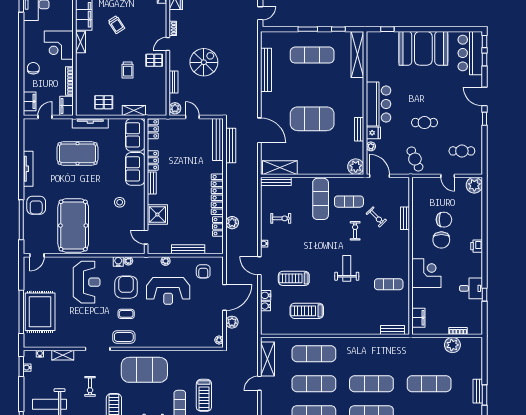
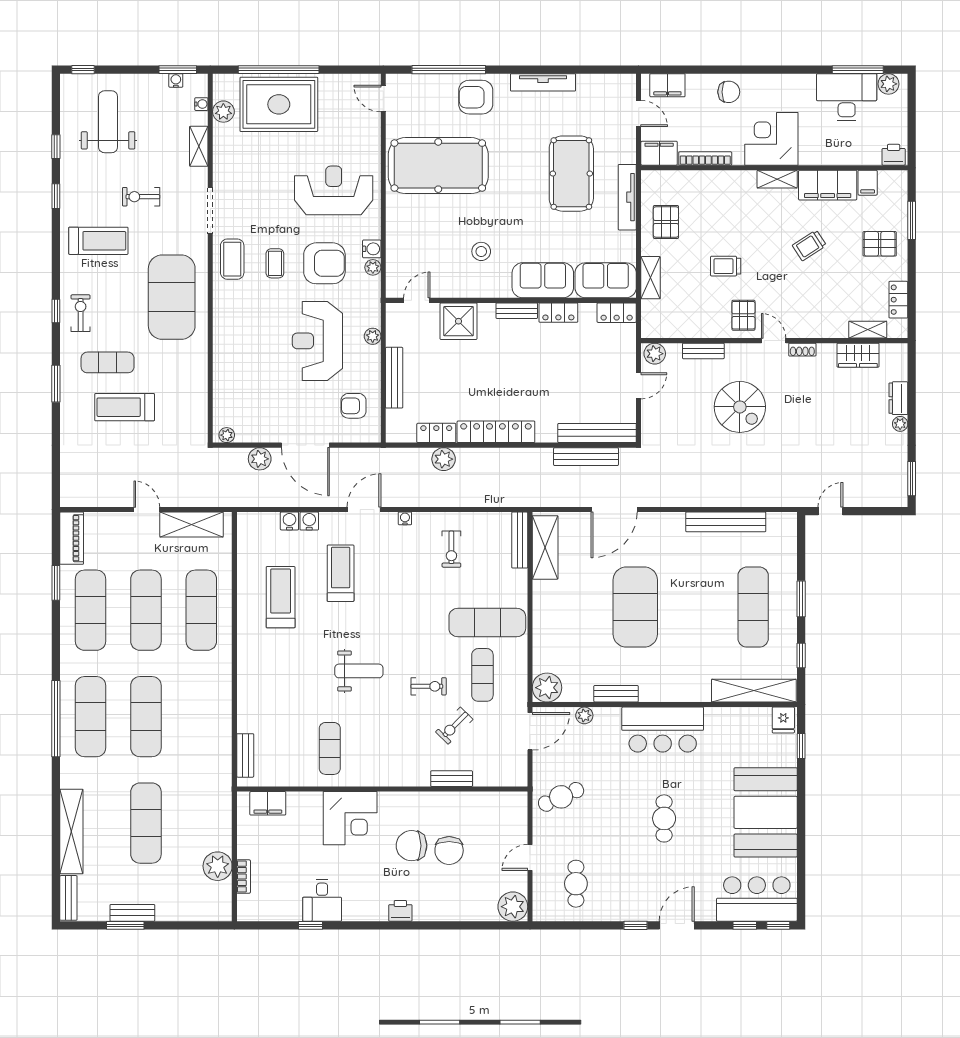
door: (260, 13) -> (830, 511), swing flipped
cafe table: (424, 123) -> (664, 818), moved
fridge: (373, 133) -> (783, 720), moved
reception desk: (87, 282) -> (334, 190), turned 180
plant: (44, 342) -> (223, 112), added

